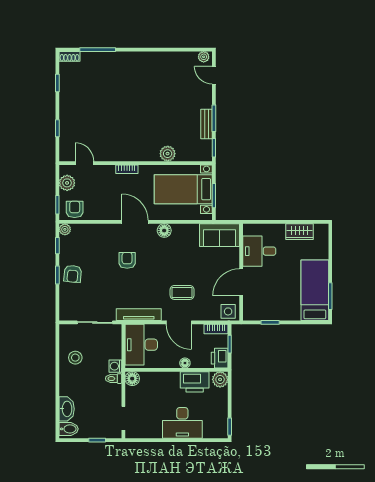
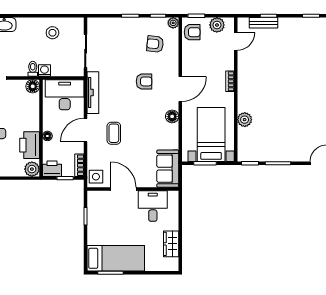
bench: (206, 124) -> (264, 23), moved
armchair: (73, 274) -> (155, 44), moved

